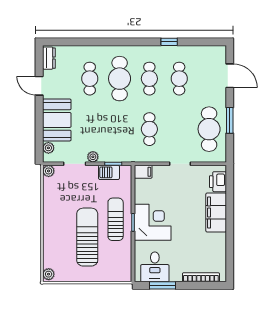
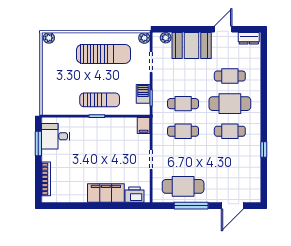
cafe table: (179, 79) -> (183, 104), moved
window: (230, 120) -> (191, 206), width x1.44
plant: (93, 157) -> (157, 79), removed
corner desk: (153, 222) -> (97, 134), removed
sun lounger: (87, 237) -> (104, 54), moved

